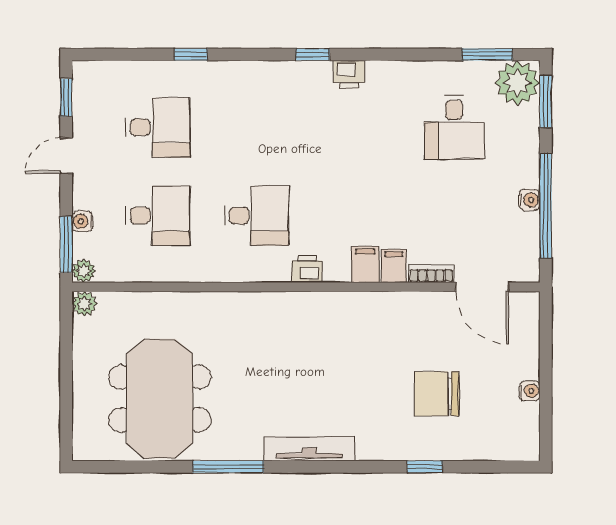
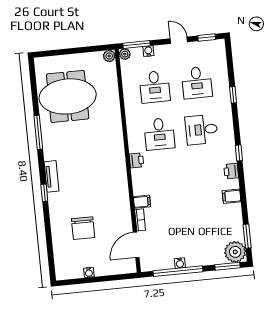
desk: (454, 127) -> (201, 130), moved
filing cabinet: (365, 264) -> (232, 196), moved, turned 180
chair: (436, 394) -> (83, 228), turned 180
tv unit: (309, 449) -> (51, 176), width x0.71
window: (425, 467) -> (44, 193), moved

